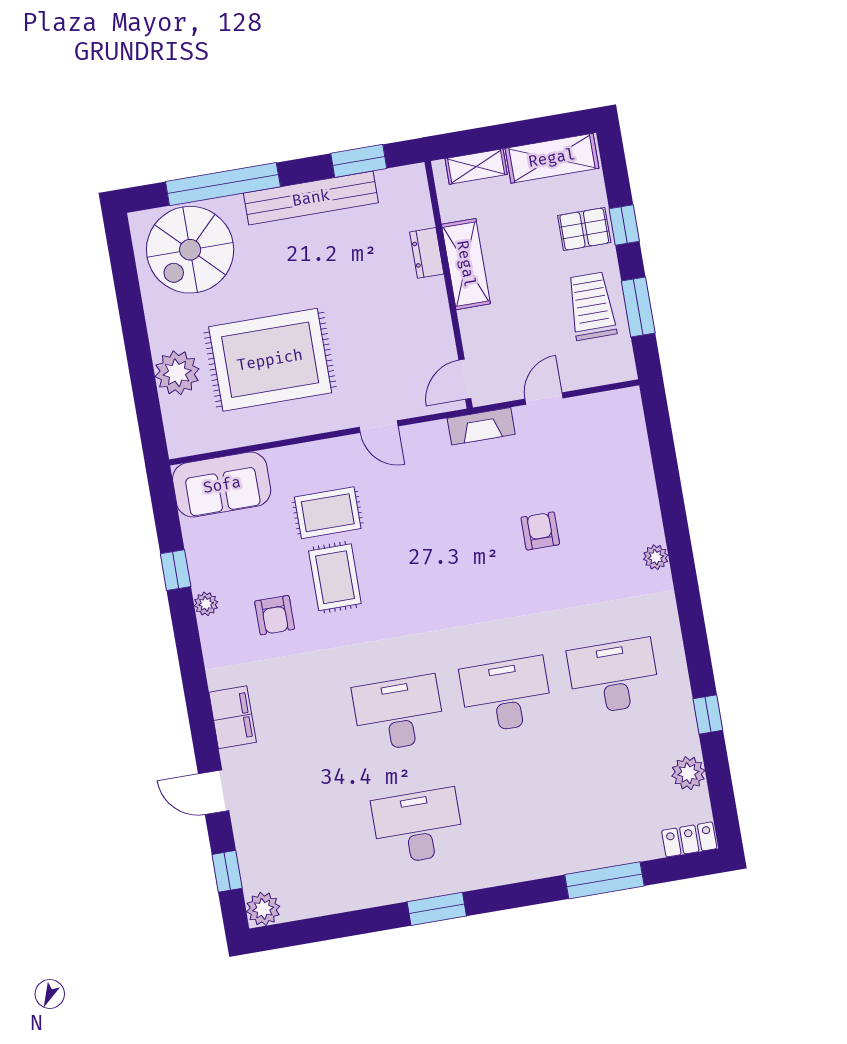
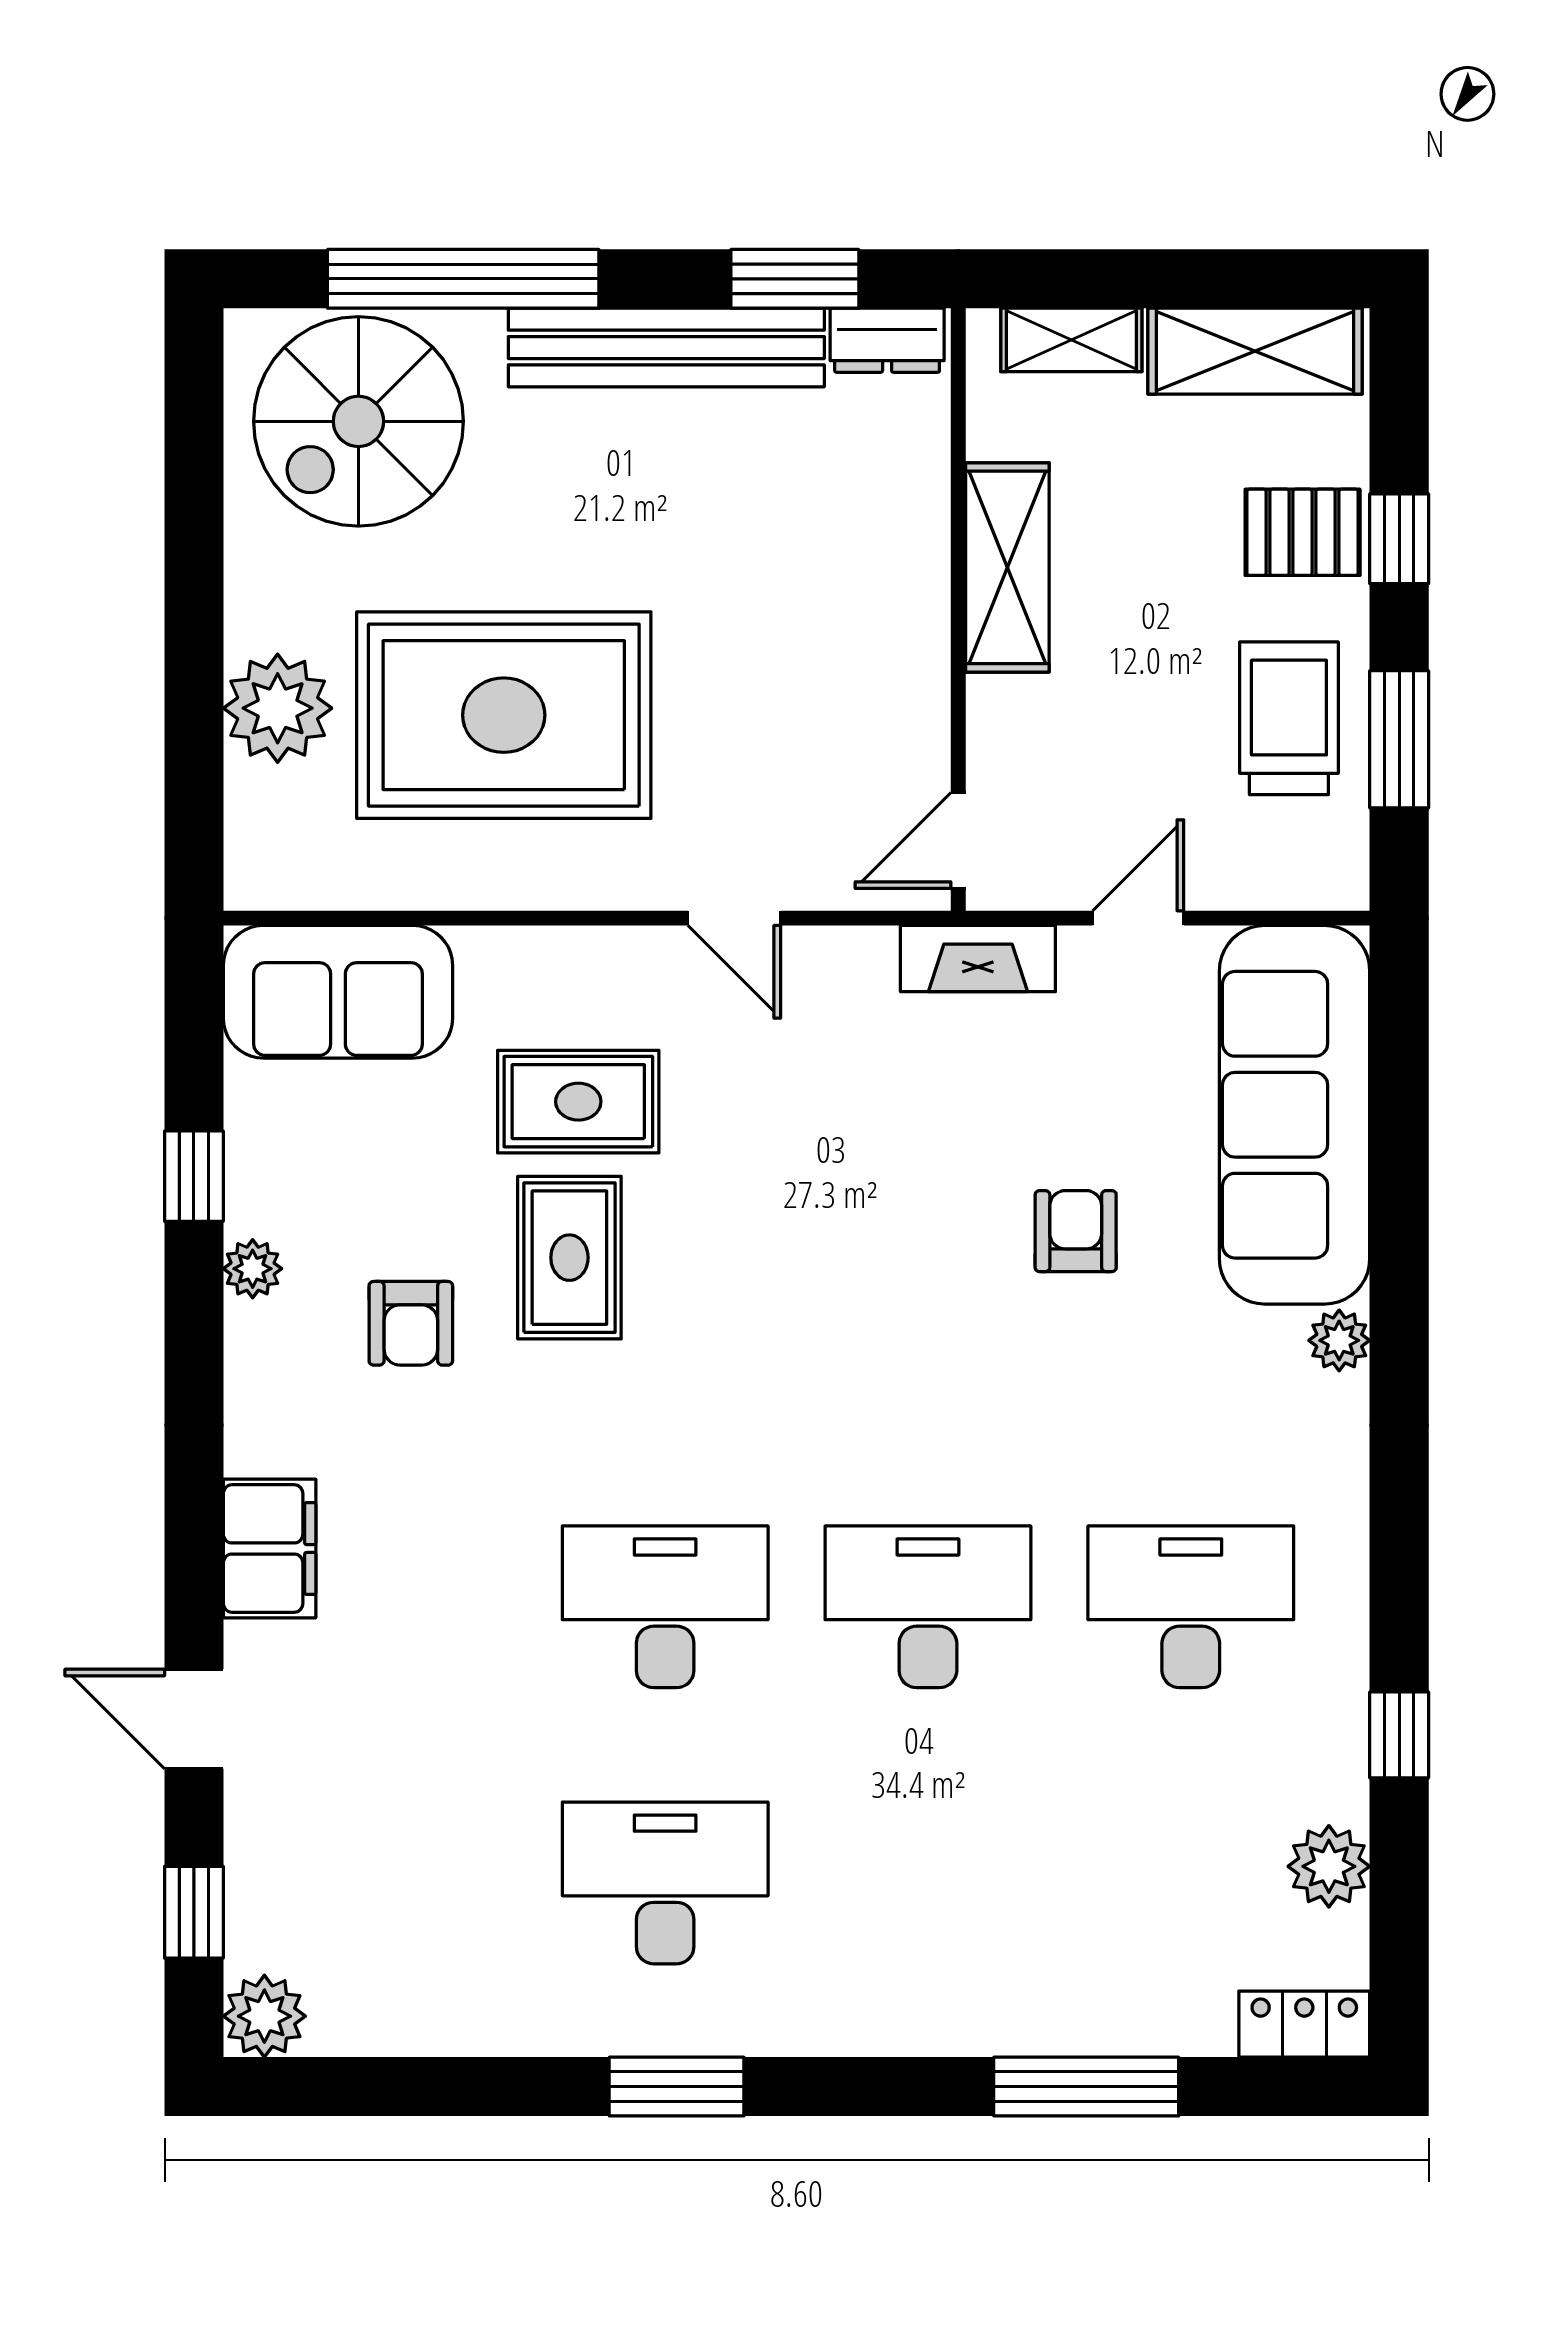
dresser: (427, 253) -> (887, 340), moved, turned -90
sofa: (622, 468) -> (1295, 1115), added

